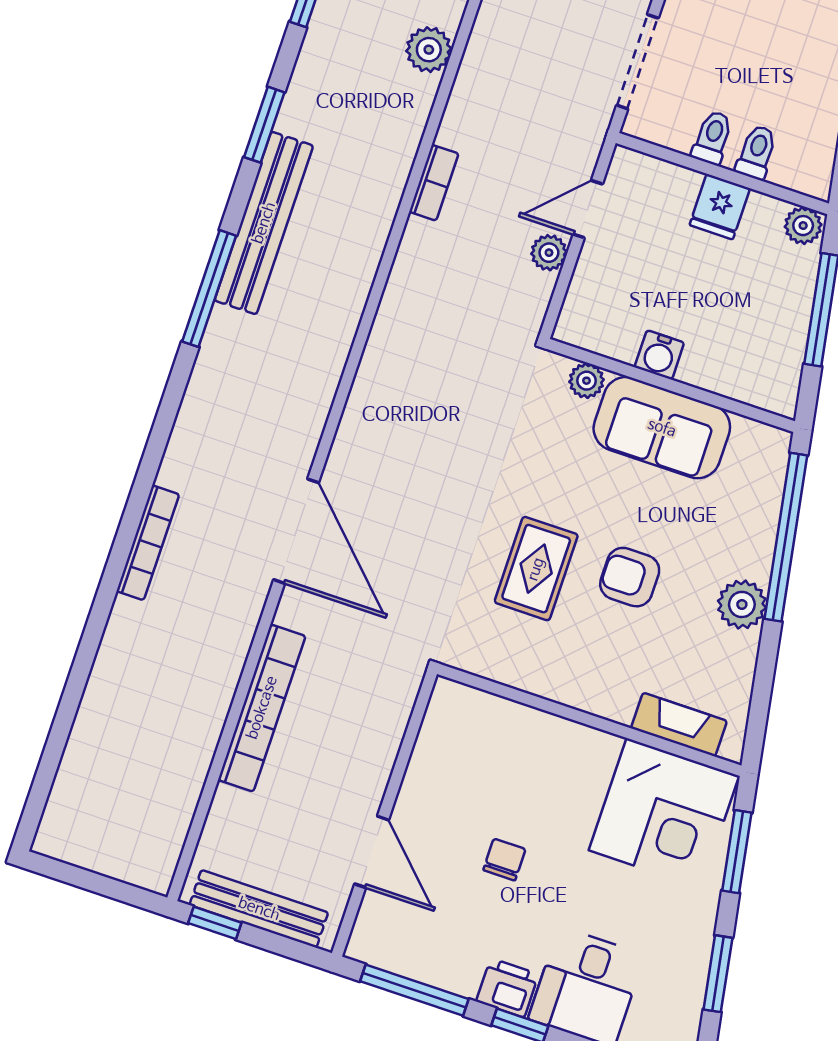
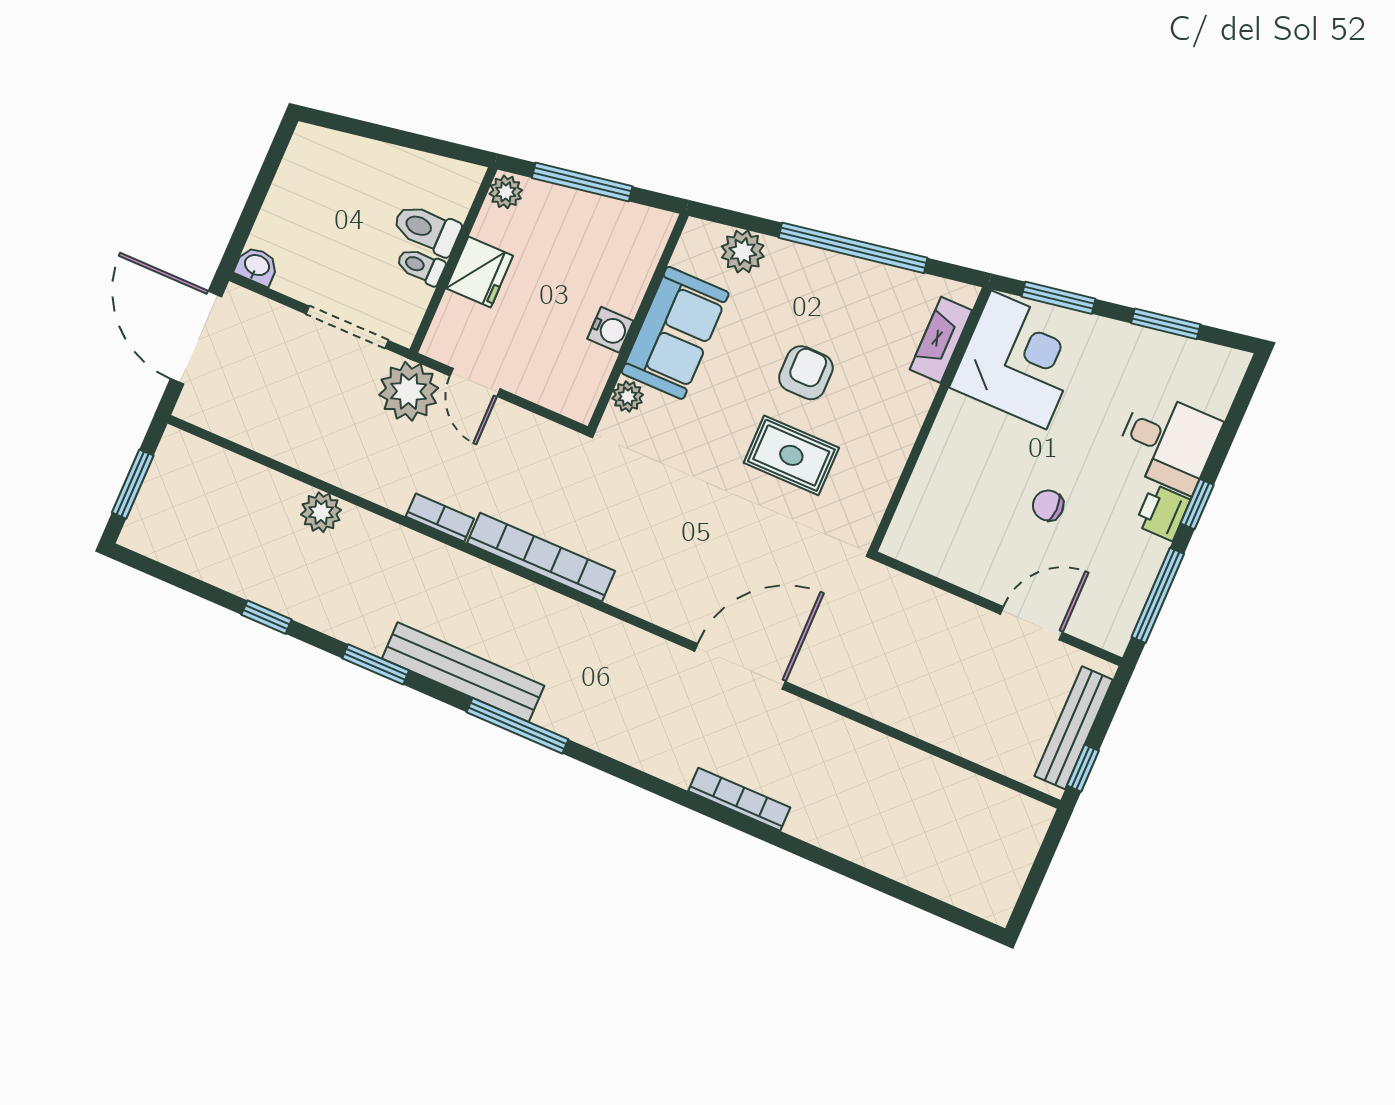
toilet: (756, 152) -> (427, 229), width x1.37, depth x1.39
fridge: (720, 207) -> (480, 272), width x1.38
plant: (549, 253) -> (409, 391), moved, width x1.88, depth x1.88
window: (786, 537) -> (853, 248), moved
armchair: (630, 577) -> (806, 373), turned 180
plant: (742, 604) -> (743, 252), moved
bookcase: (262, 708) -> (541, 557), moved

